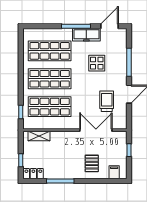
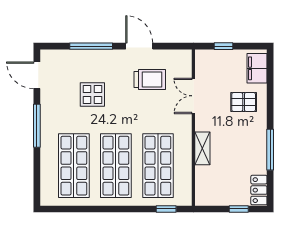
freezer: (86, 35) -> (50, 110), removed
trolley: (107, 101) -> (150, 80), turned 180
double door: (96, 130) -> (193, 96), width x0.73
shelving: (39, 136) -> (202, 148), moved
filing cabinet: (114, 172) -> (257, 68), width x2.00

